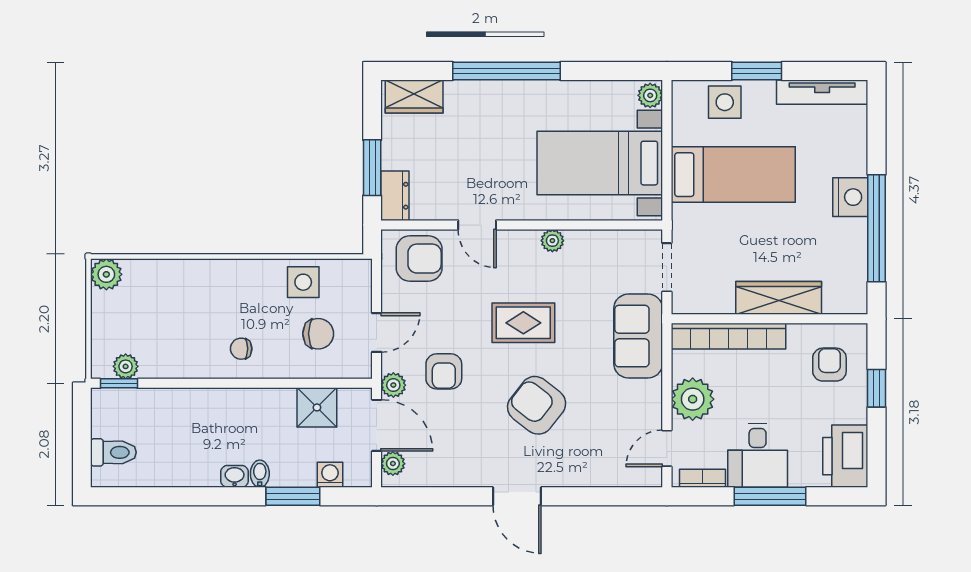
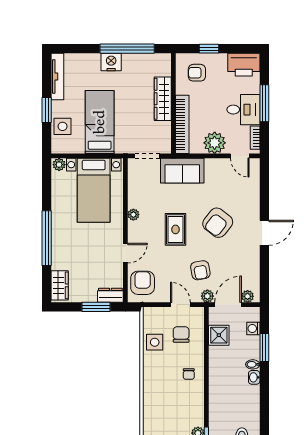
armchair: (444, 371) -> (200, 270), turned 80

